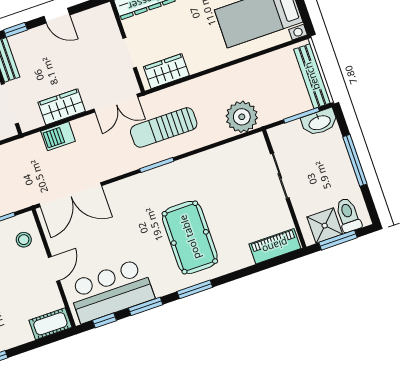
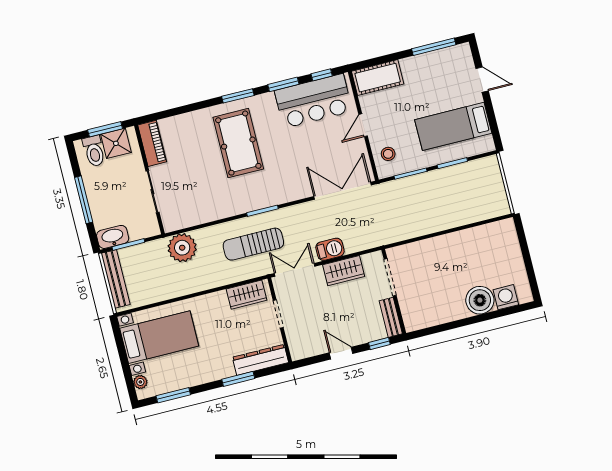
sun lounger: (164, 128) -> (253, 244), turned 180
barbecue: (58, 136) -> (330, 249), moved
piano: (275, 246) -> (152, 143), moved, turned -90
cot: (50, 324) -> (378, 78), width x1.37, depth x1.34

